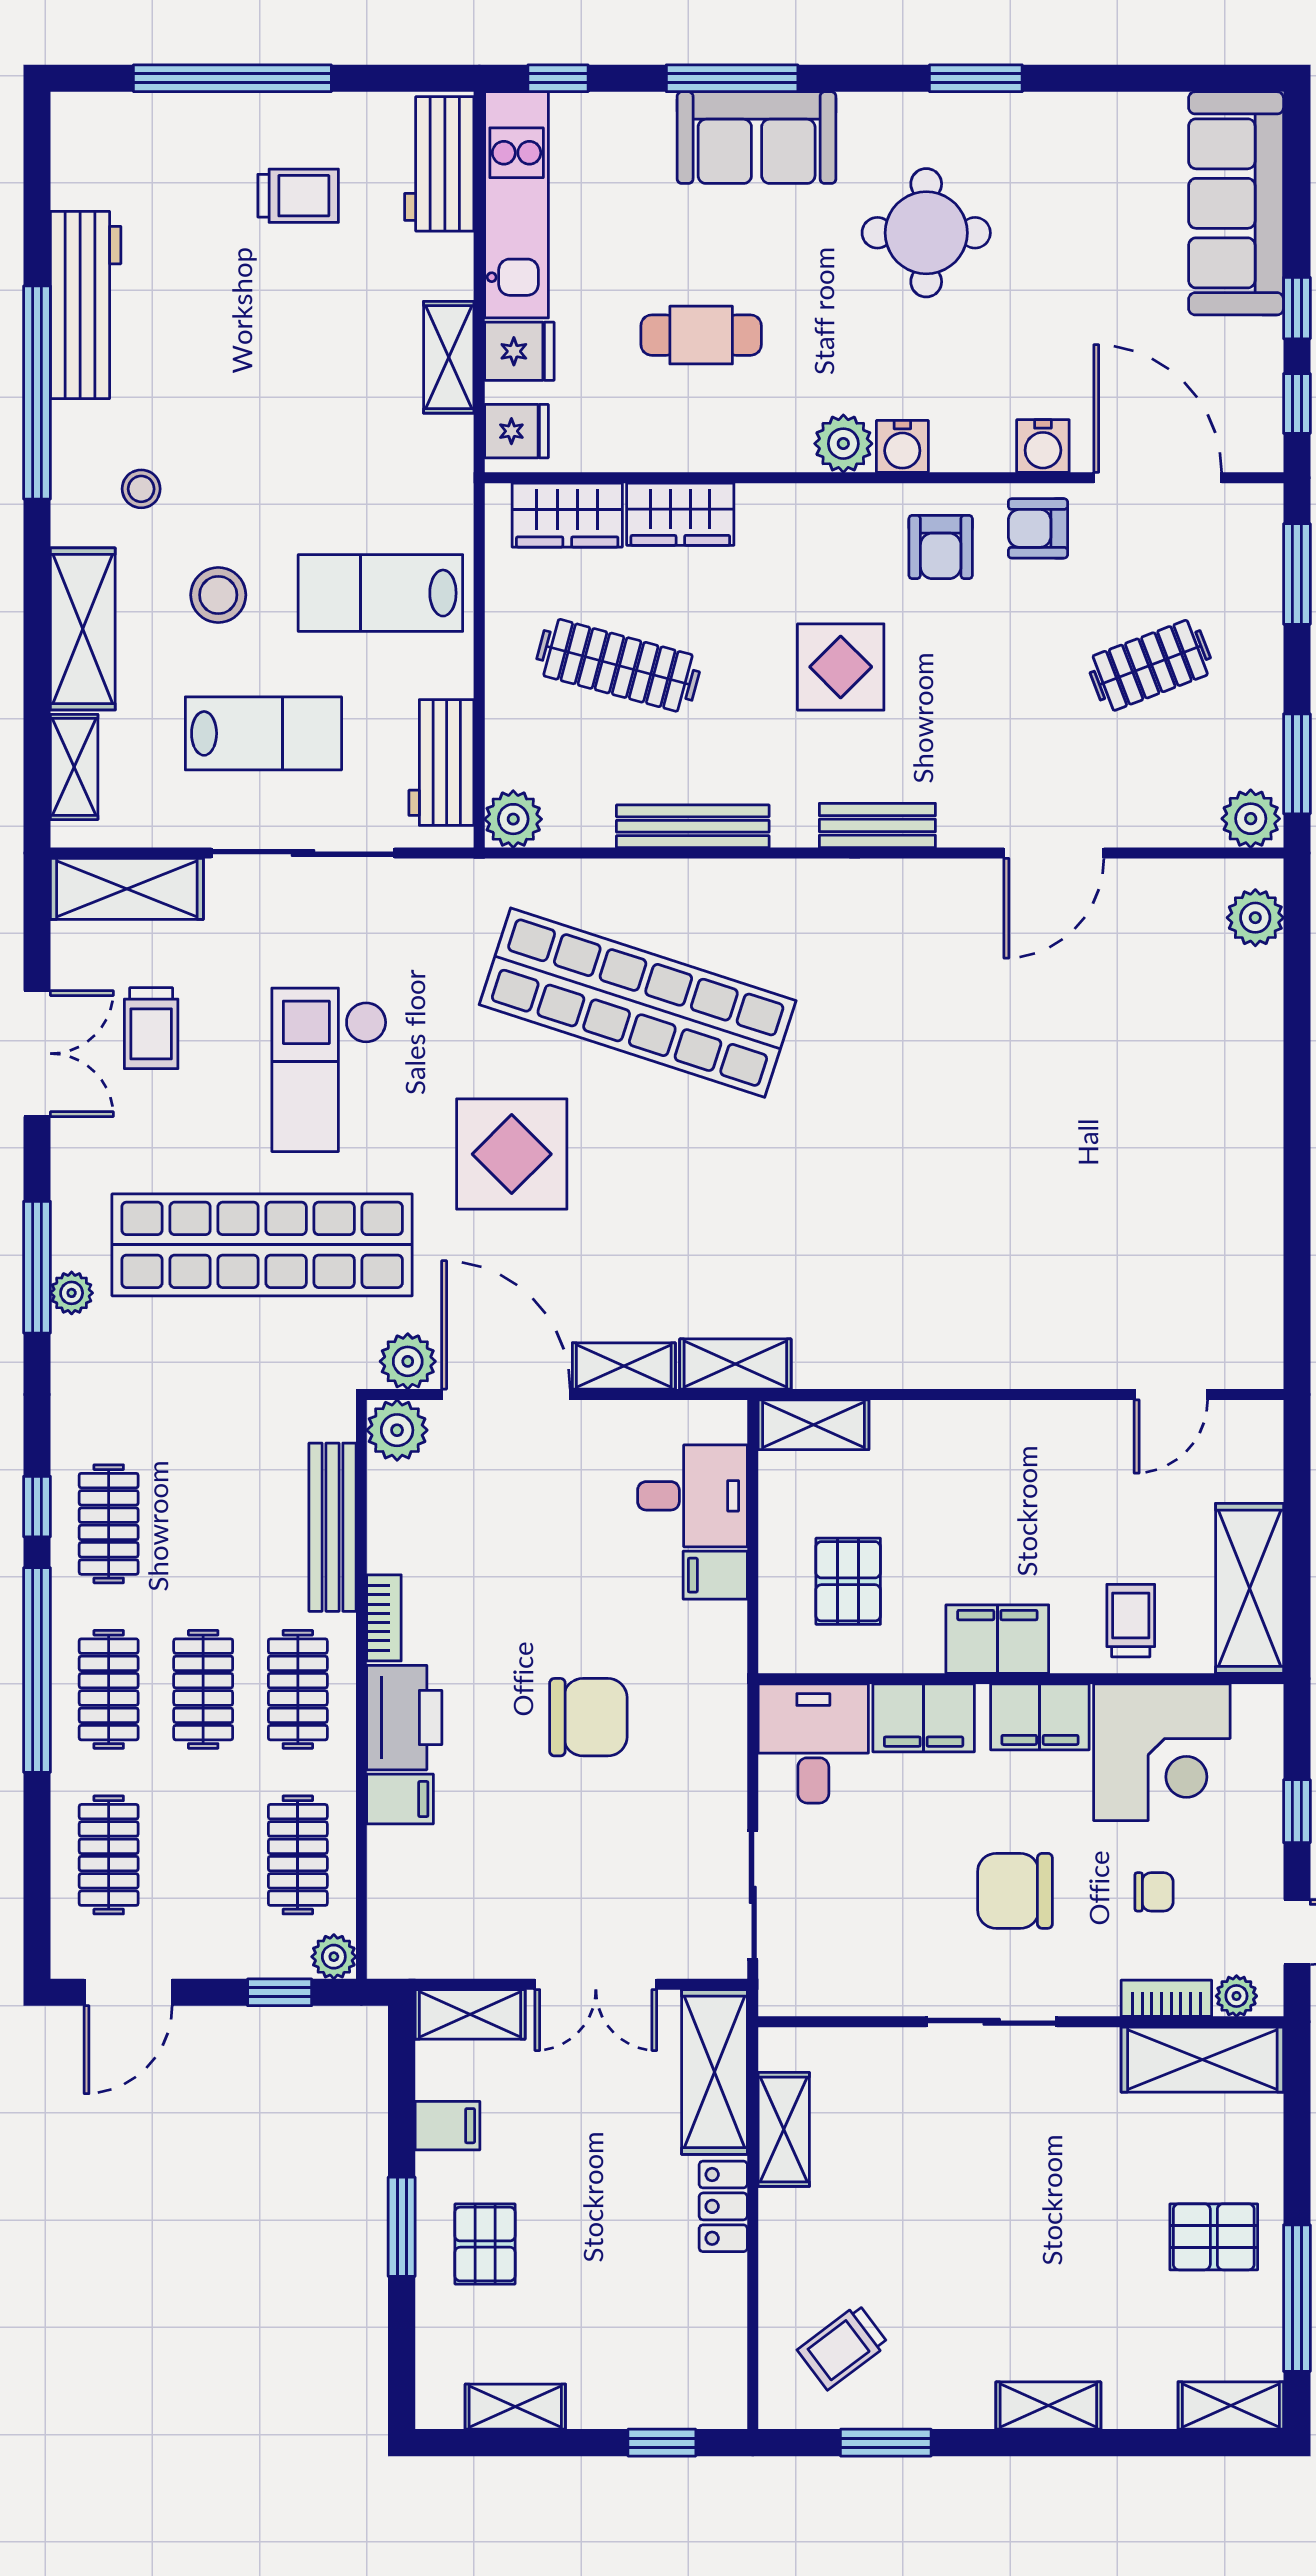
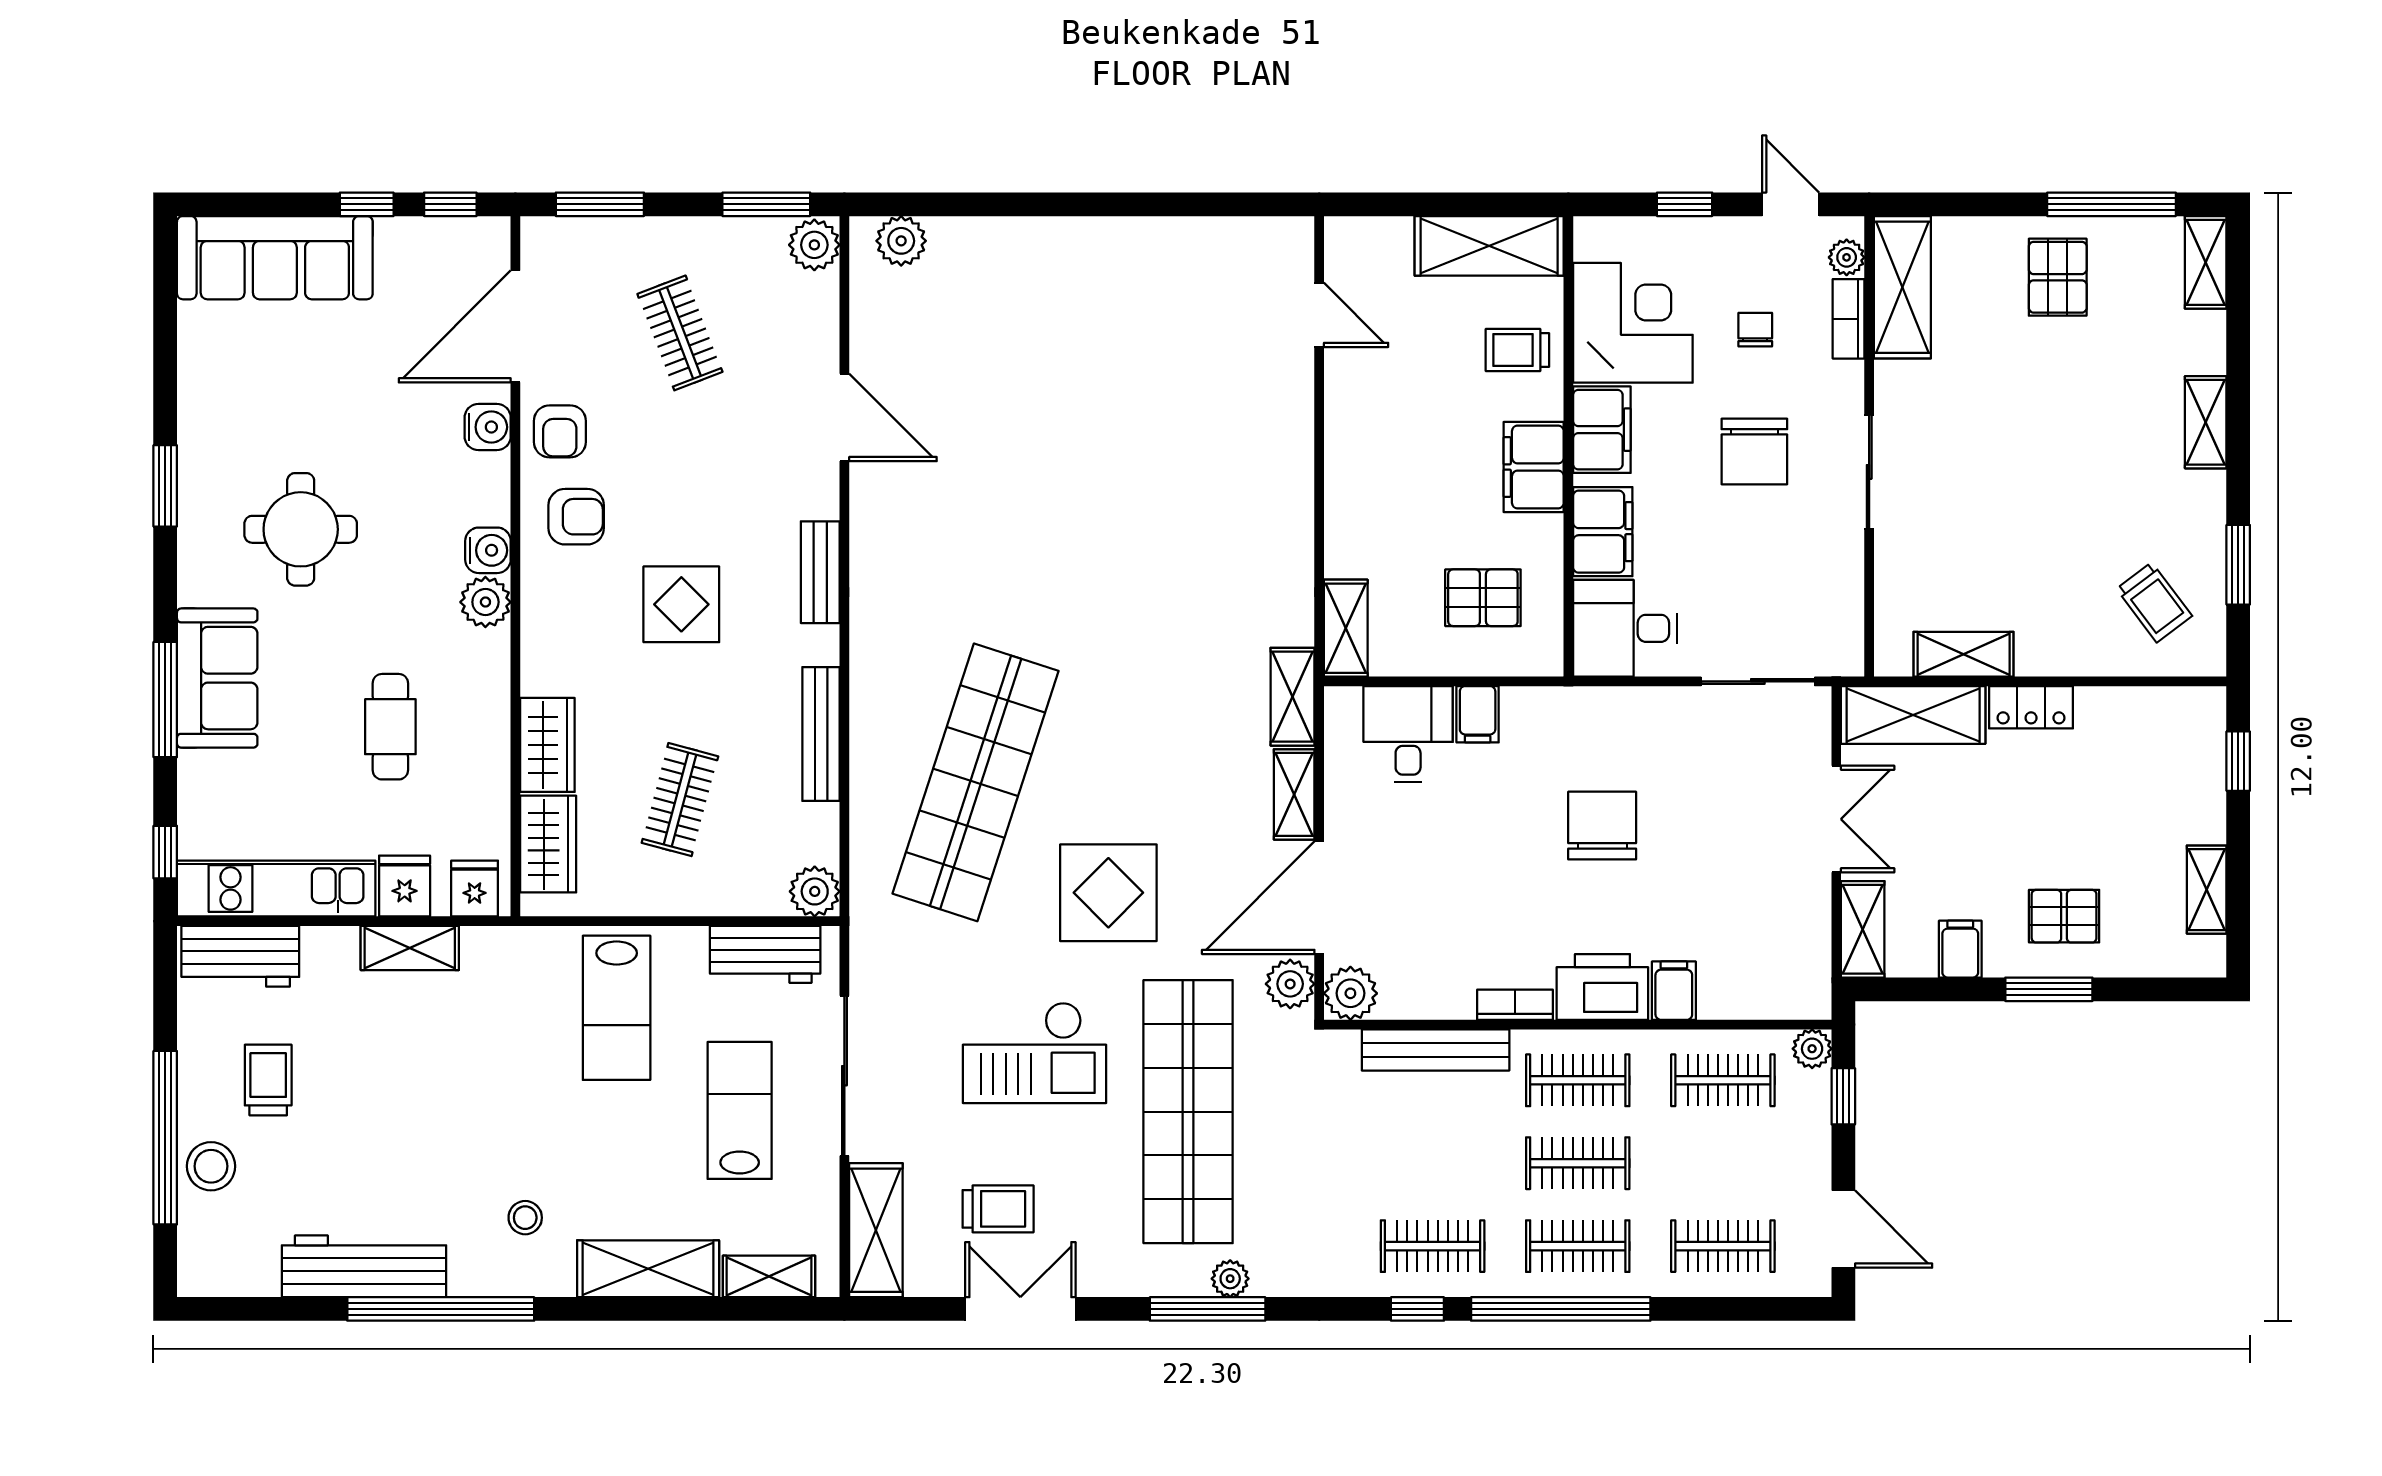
stool: (218, 595) -> (211, 1166), moved
clothes rail: (618, 665) -> (680, 800), width x0.73

